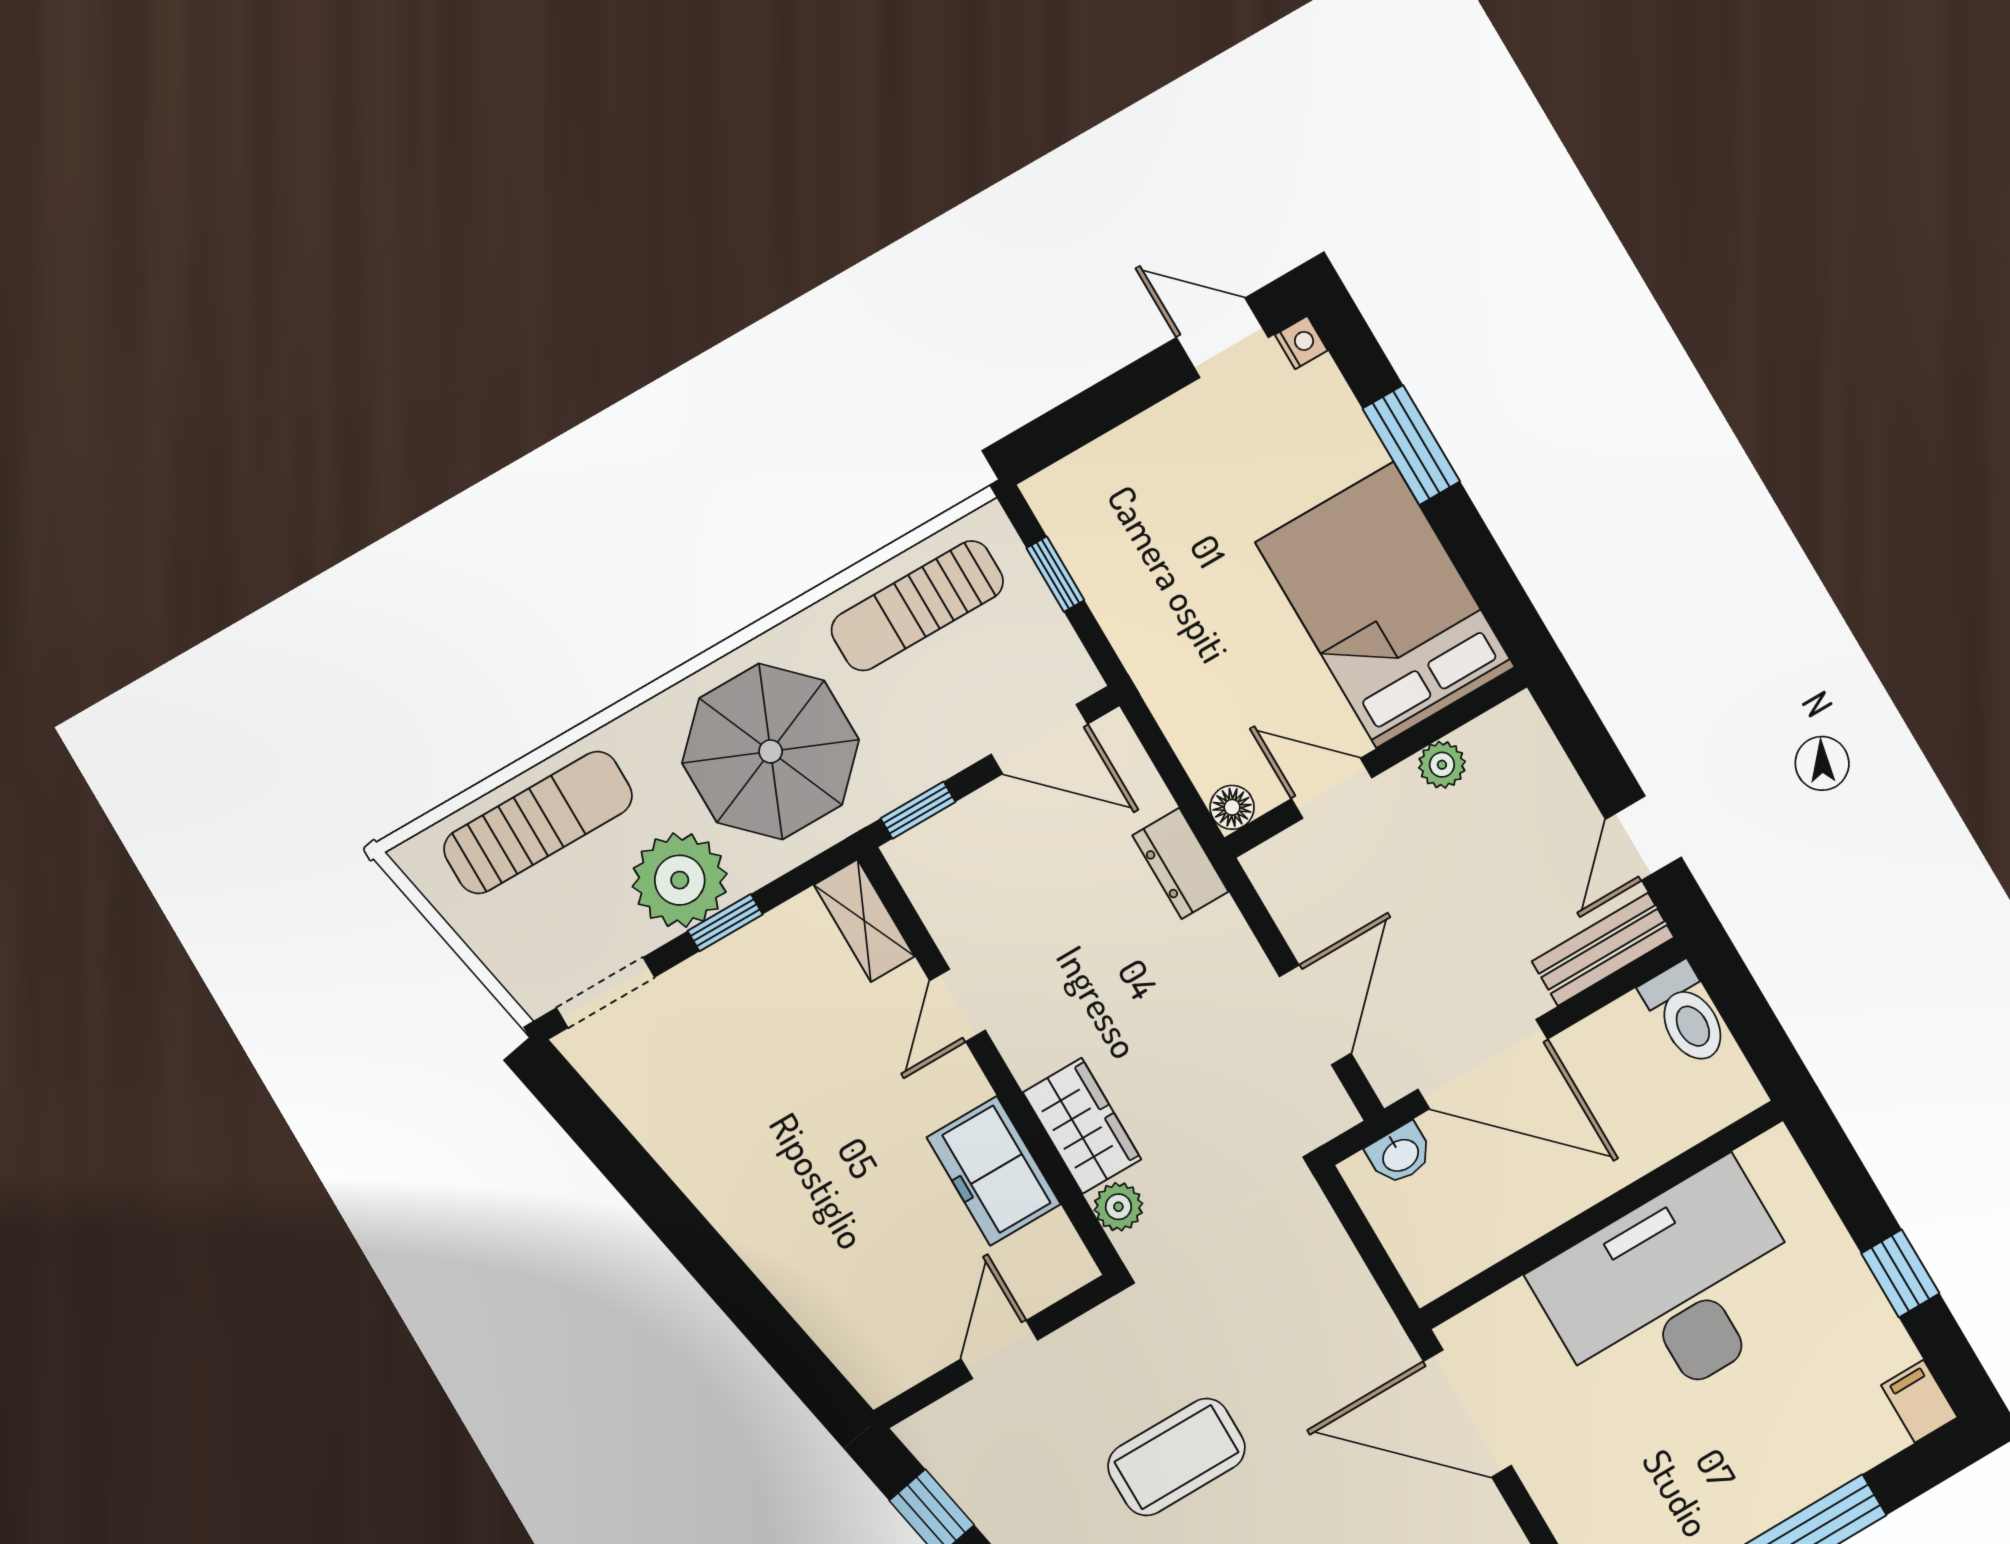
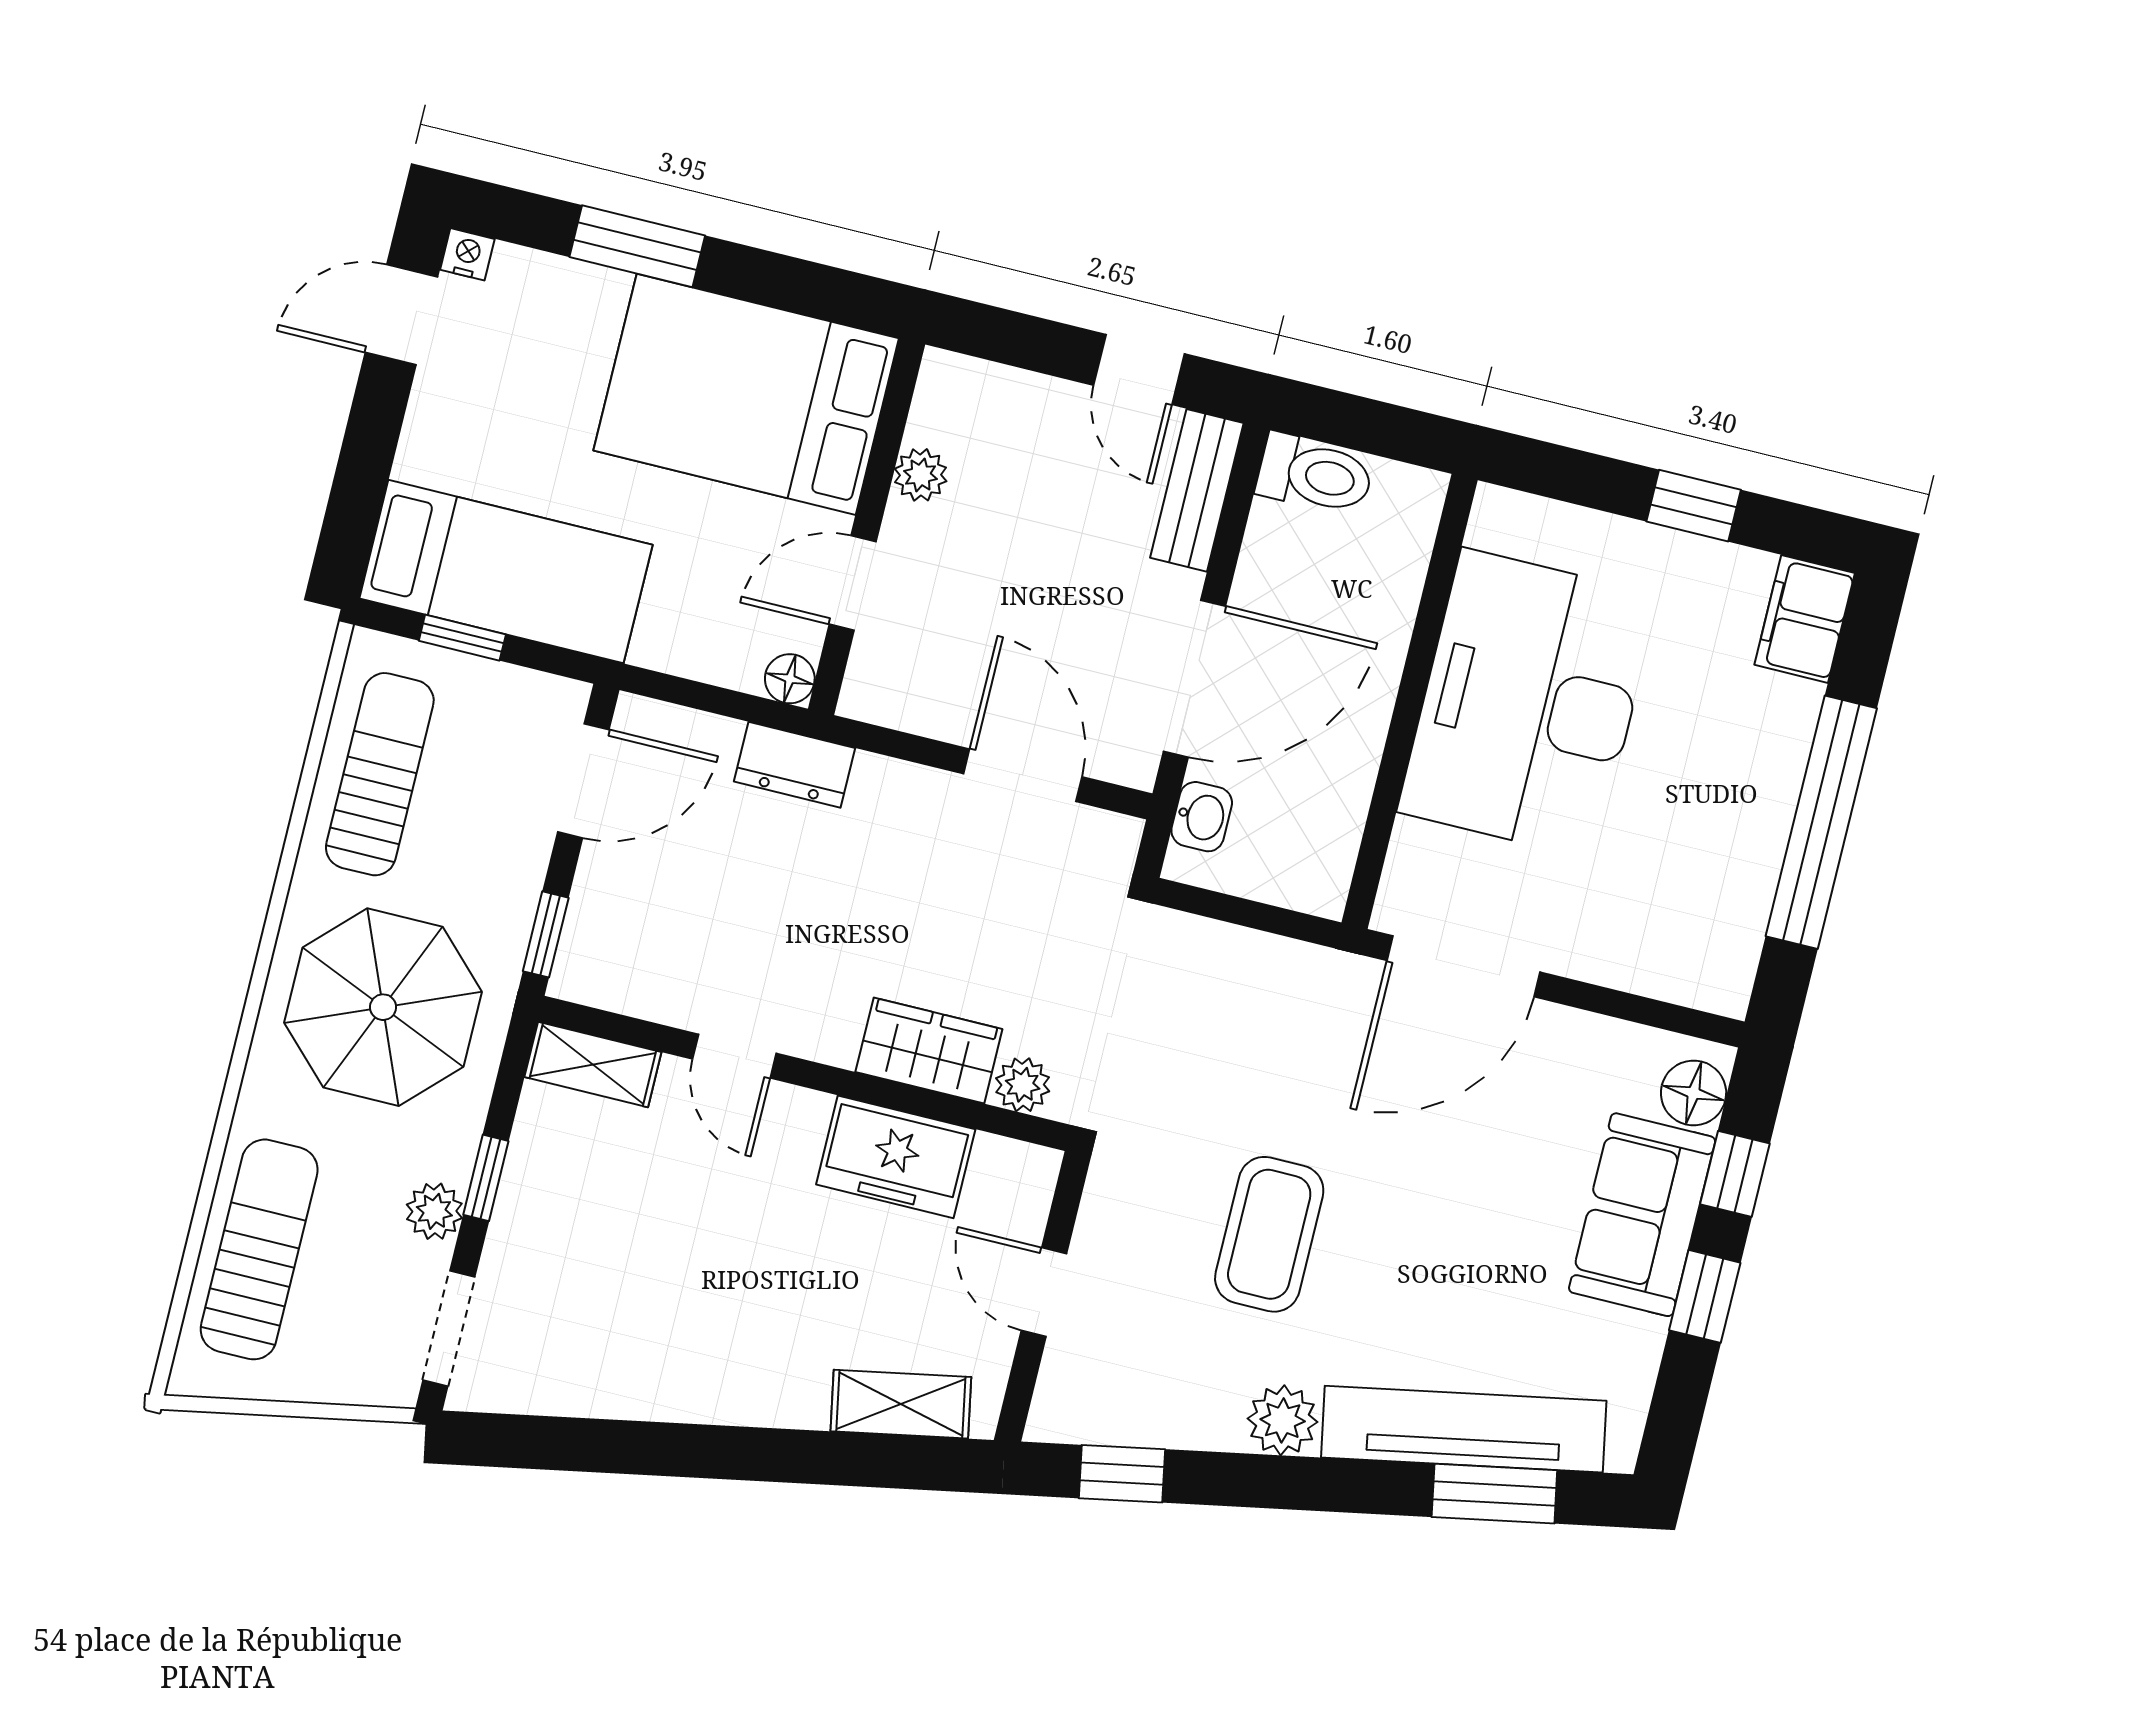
bed: (1124, 561) -> (506, 572), added
sun lounger: (917, 606) -> (380, 774), turned 180
plant: (680, 880) -> (434, 1211), width x0.53, depth x0.53
shelving: (839, 1328) -> (901, 1404), added
filing cabinet: (1919, 1401) -> (1805, 619), width x2.00

